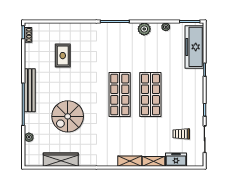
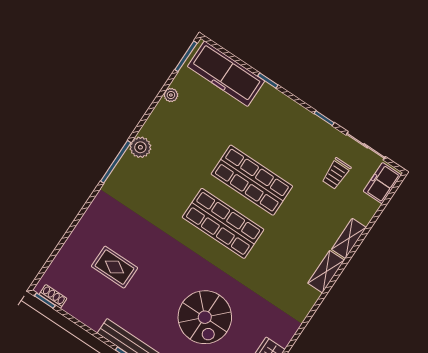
plant: (144, 29) -> (140, 147), moved
freezer: (176, 160) -> (382, 183), moved

